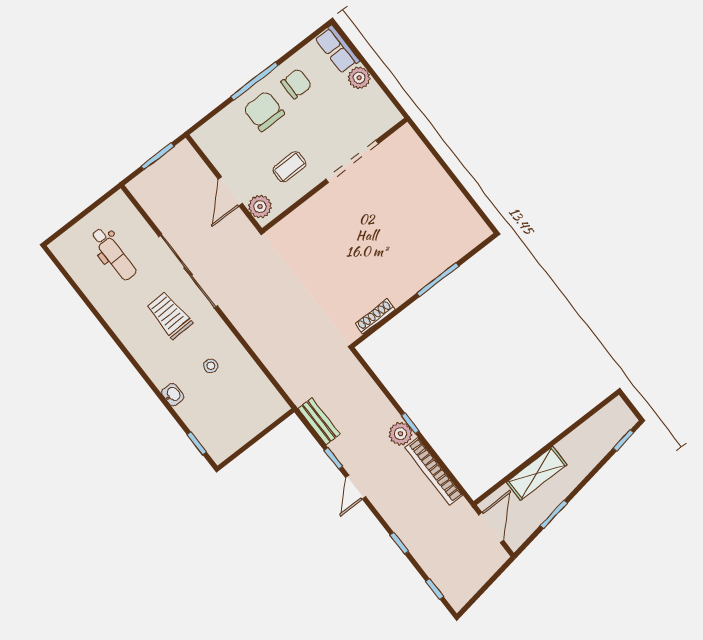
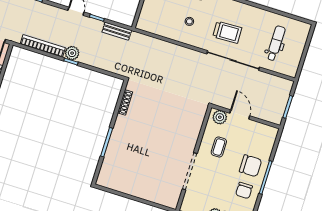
dental chair: (114, 254) -> (276, 43), turned 90

